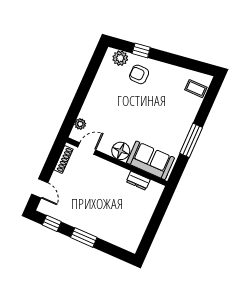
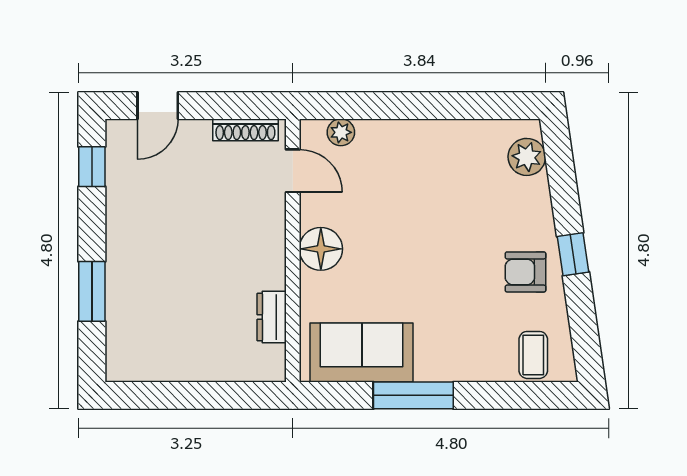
window: (141, 50) -> (573, 254), moved
armchair: (139, 74) -> (525, 272), moved, turned -90
sofa: (150, 160) -> (362, 353), moved, turned -90
window: (84, 237) -> (92, 291), moved

